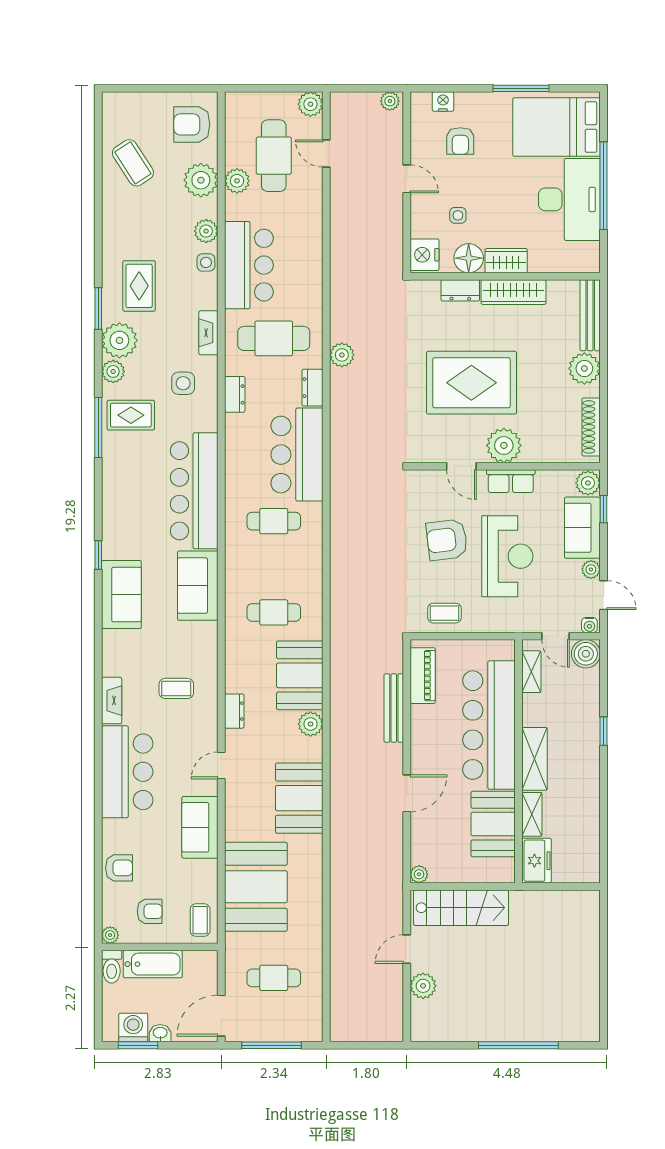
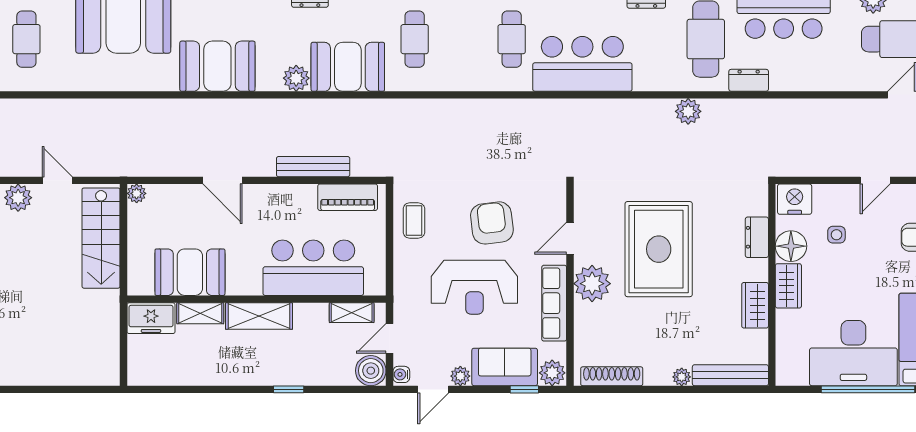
wardrobe: (514, 292) -> (755, 305), width x0.67
plant: (584, 368) -> (682, 377), width x0.53, depth x0.53
dresser: (313, 388) -> (749, 80), moved
row of seats: (511, 481) -> (554, 303), width x1.48
bar counter: (489, 725) -> (313, 268), width x0.73

